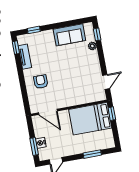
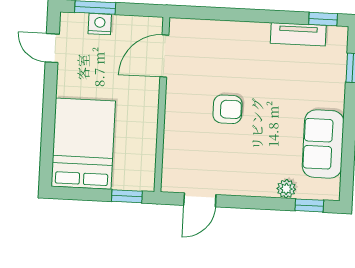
armchair: (41, 82) -> (227, 109), moved
door: (106, 82) -> (200, 200), hinge flipped
bed: (90, 119) -> (83, 144), moved
window: (92, 154) -> (48, 132), removed

